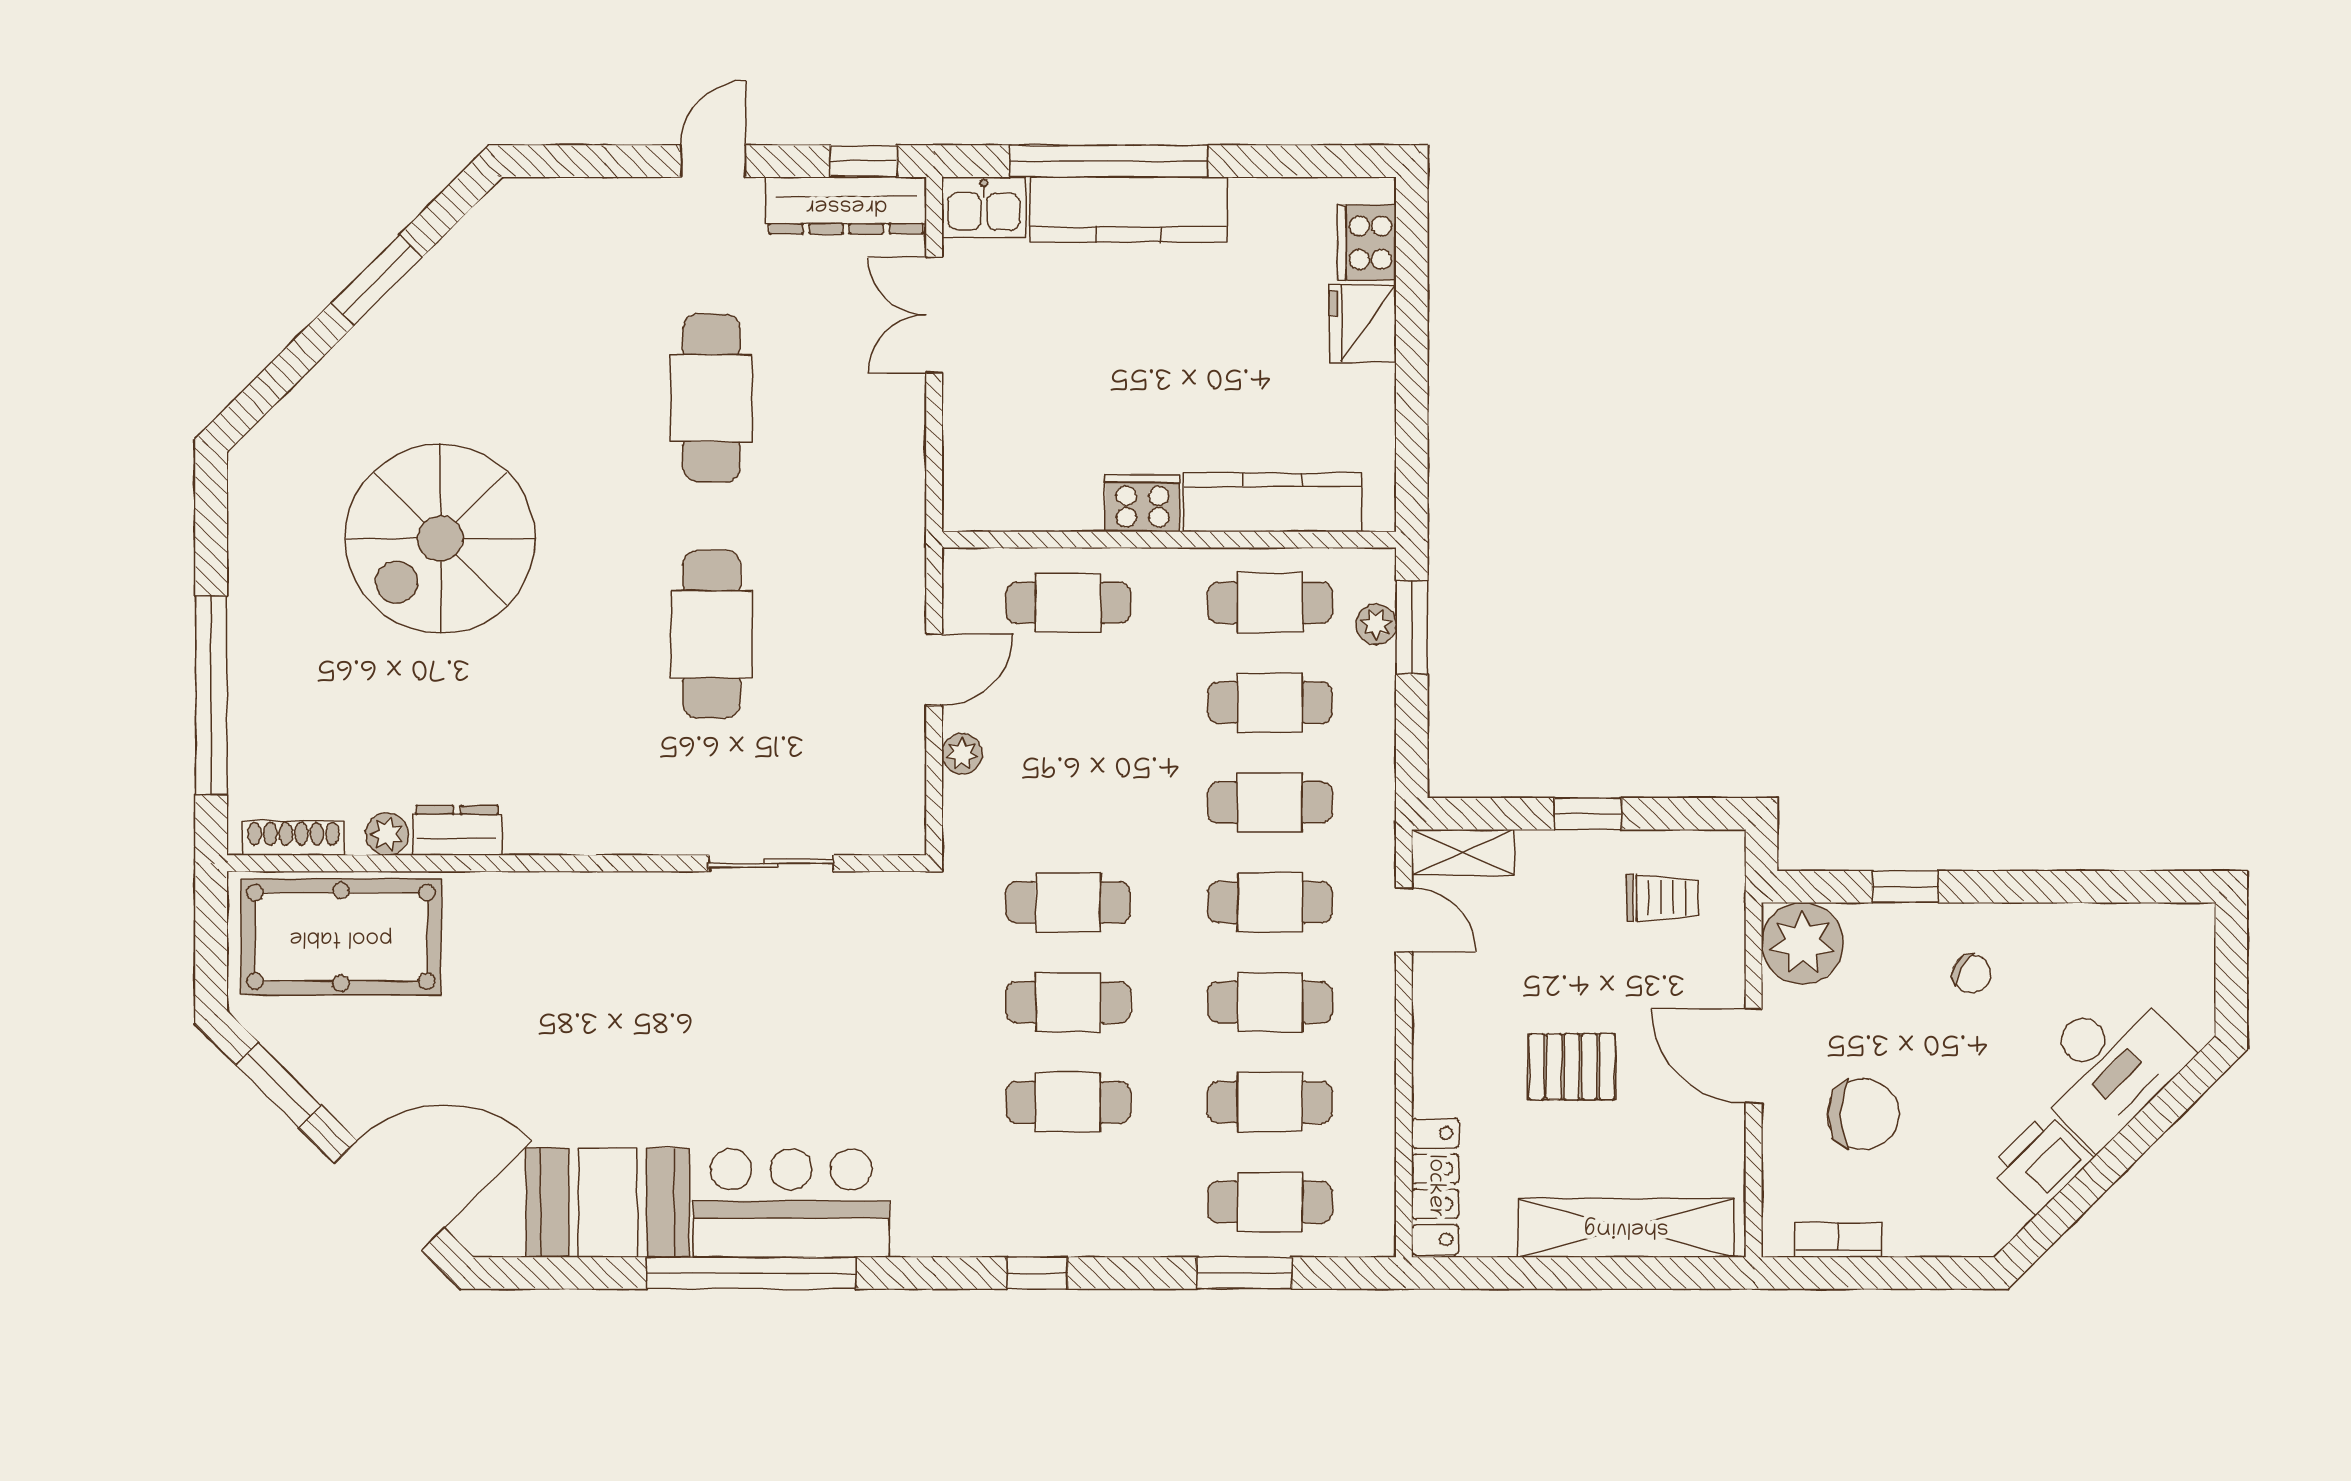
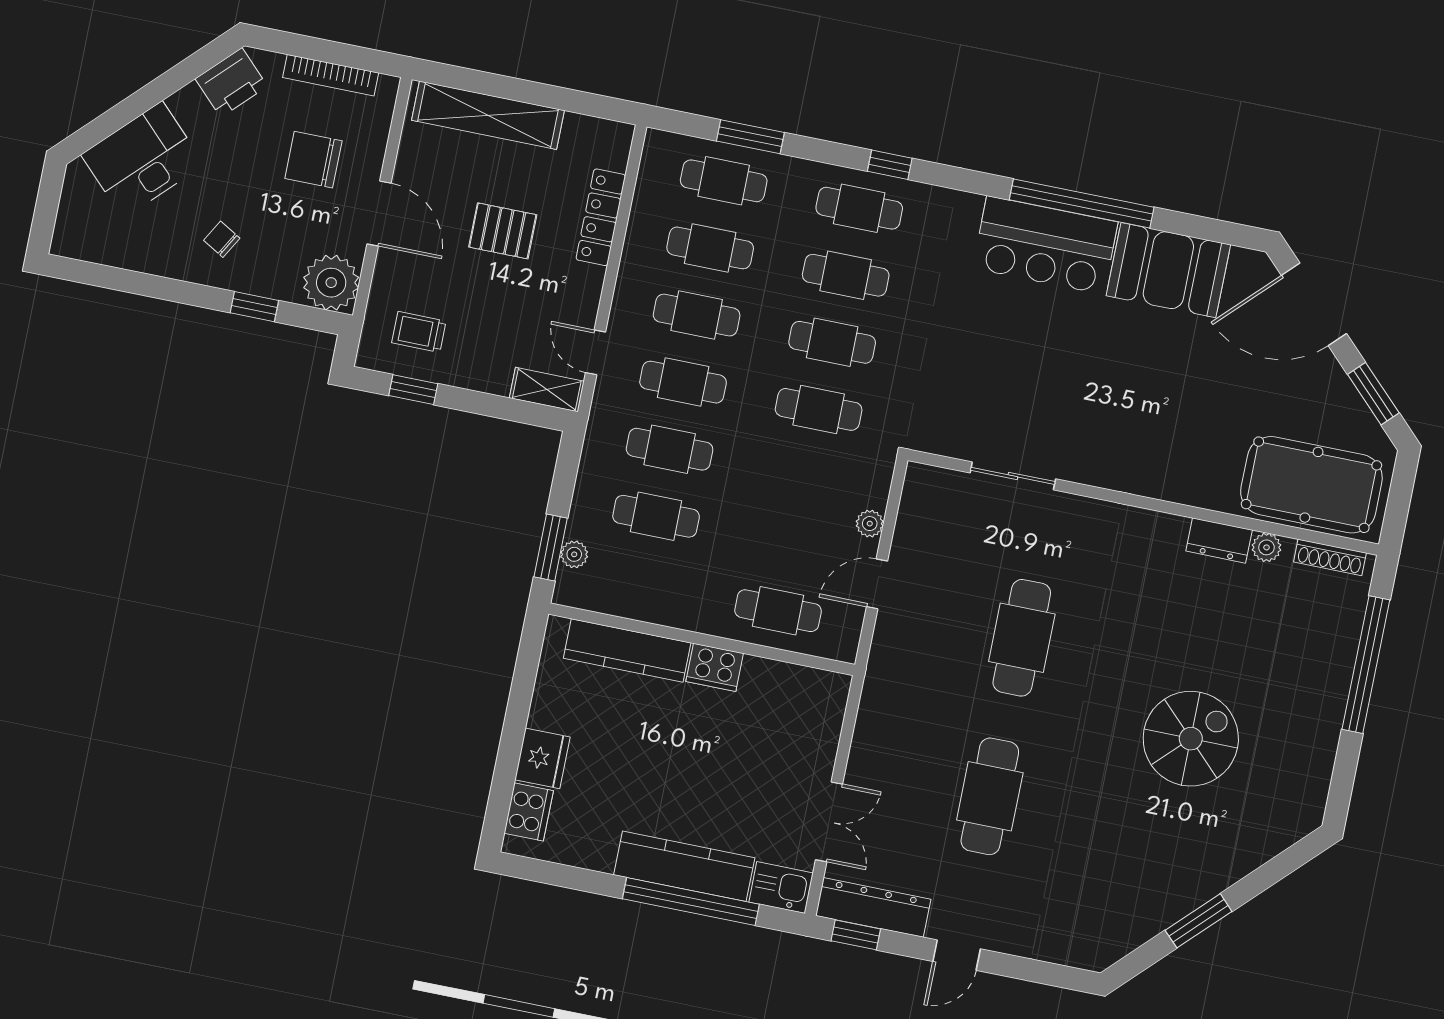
spiral stairs: (440, 539) -> (1191, 739), width x0.73, depth x0.73
cafe table: (1270, 603) -> (859, 208), moved
window: (1588, 814) -> (413, 390), moved
printer: (2041, 1163) -> (231, 82), moved
locker: (1435, 1186) -> (601, 217), moved
bookcase: (1839, 1240) -> (331, 75), width x1.56

